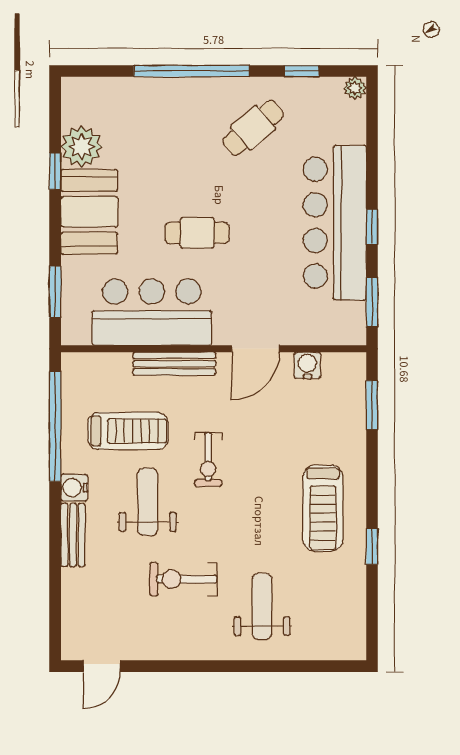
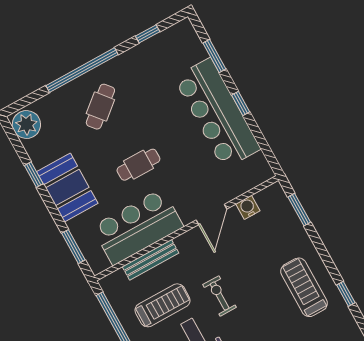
plant: (355, 88) -> (185, 26), removed
cafe table: (253, 128) -> (100, 107), moved
plant: (81, 146) -> (26, 124), moved
window: (372, 302) -> (214, 56), moved
bench: (174, 364) -> (150, 260), moved
exercise bike: (208, 459) -> (220, 296), turned 180
treadmill: (323, 508) -> (304, 287), turned 180

